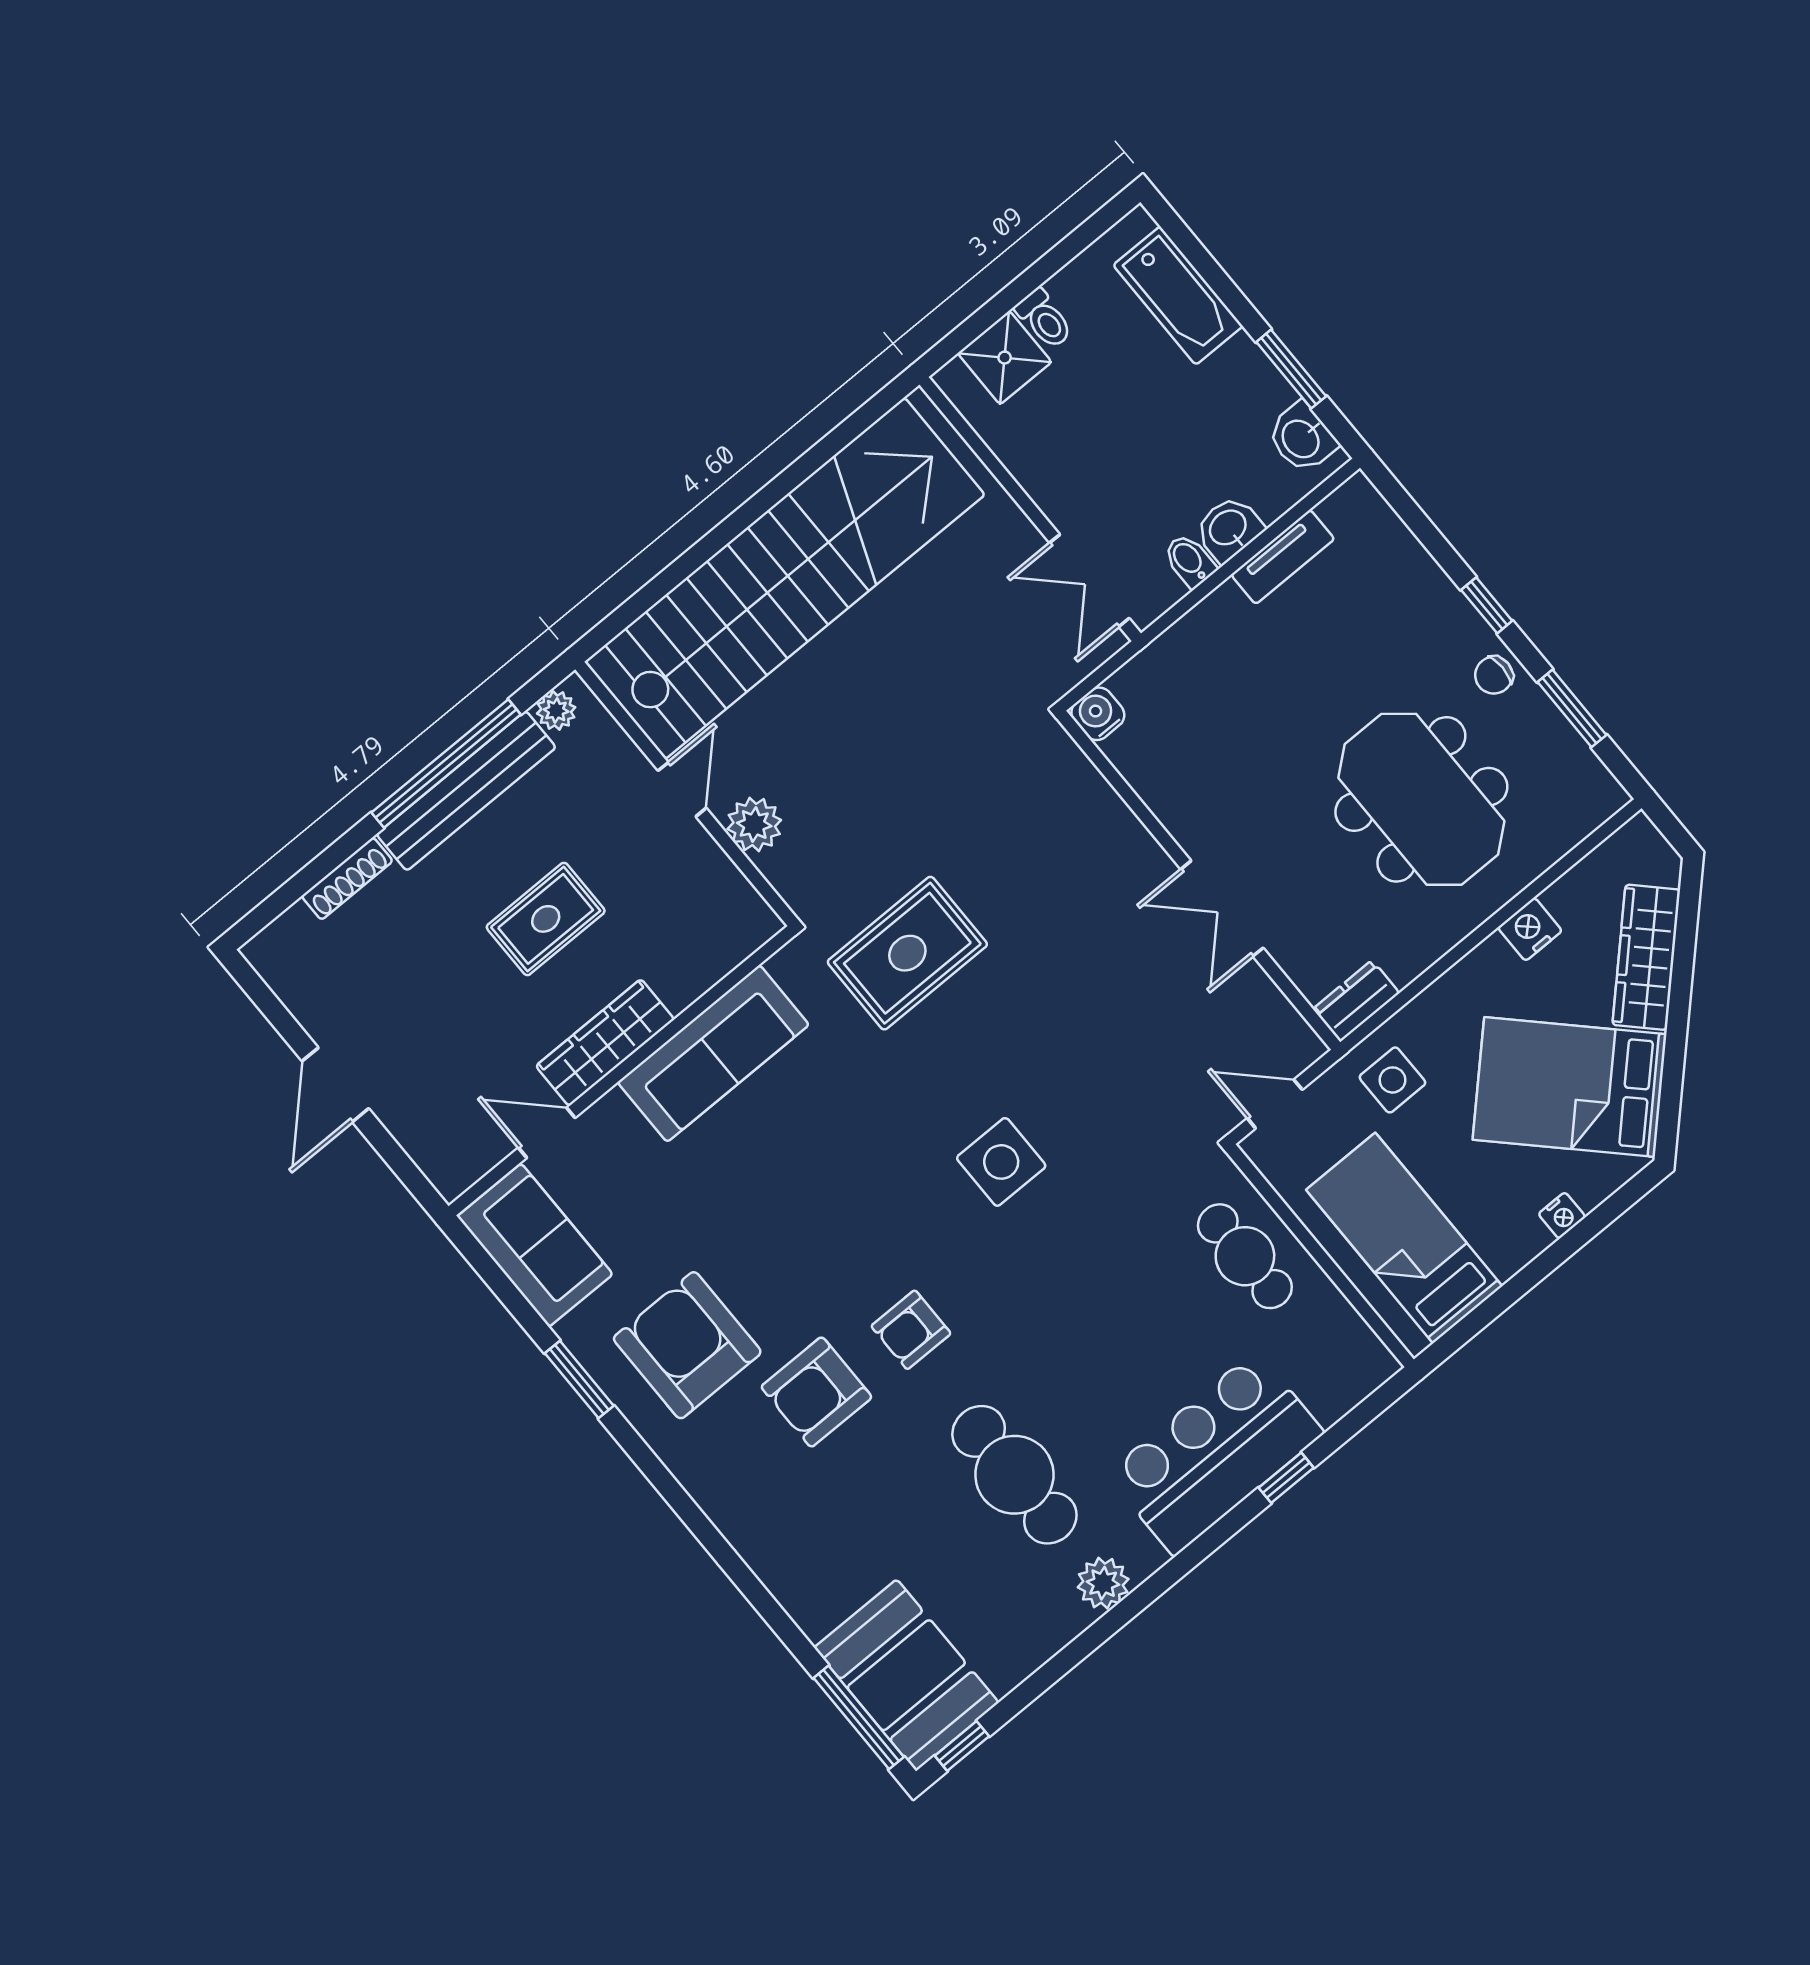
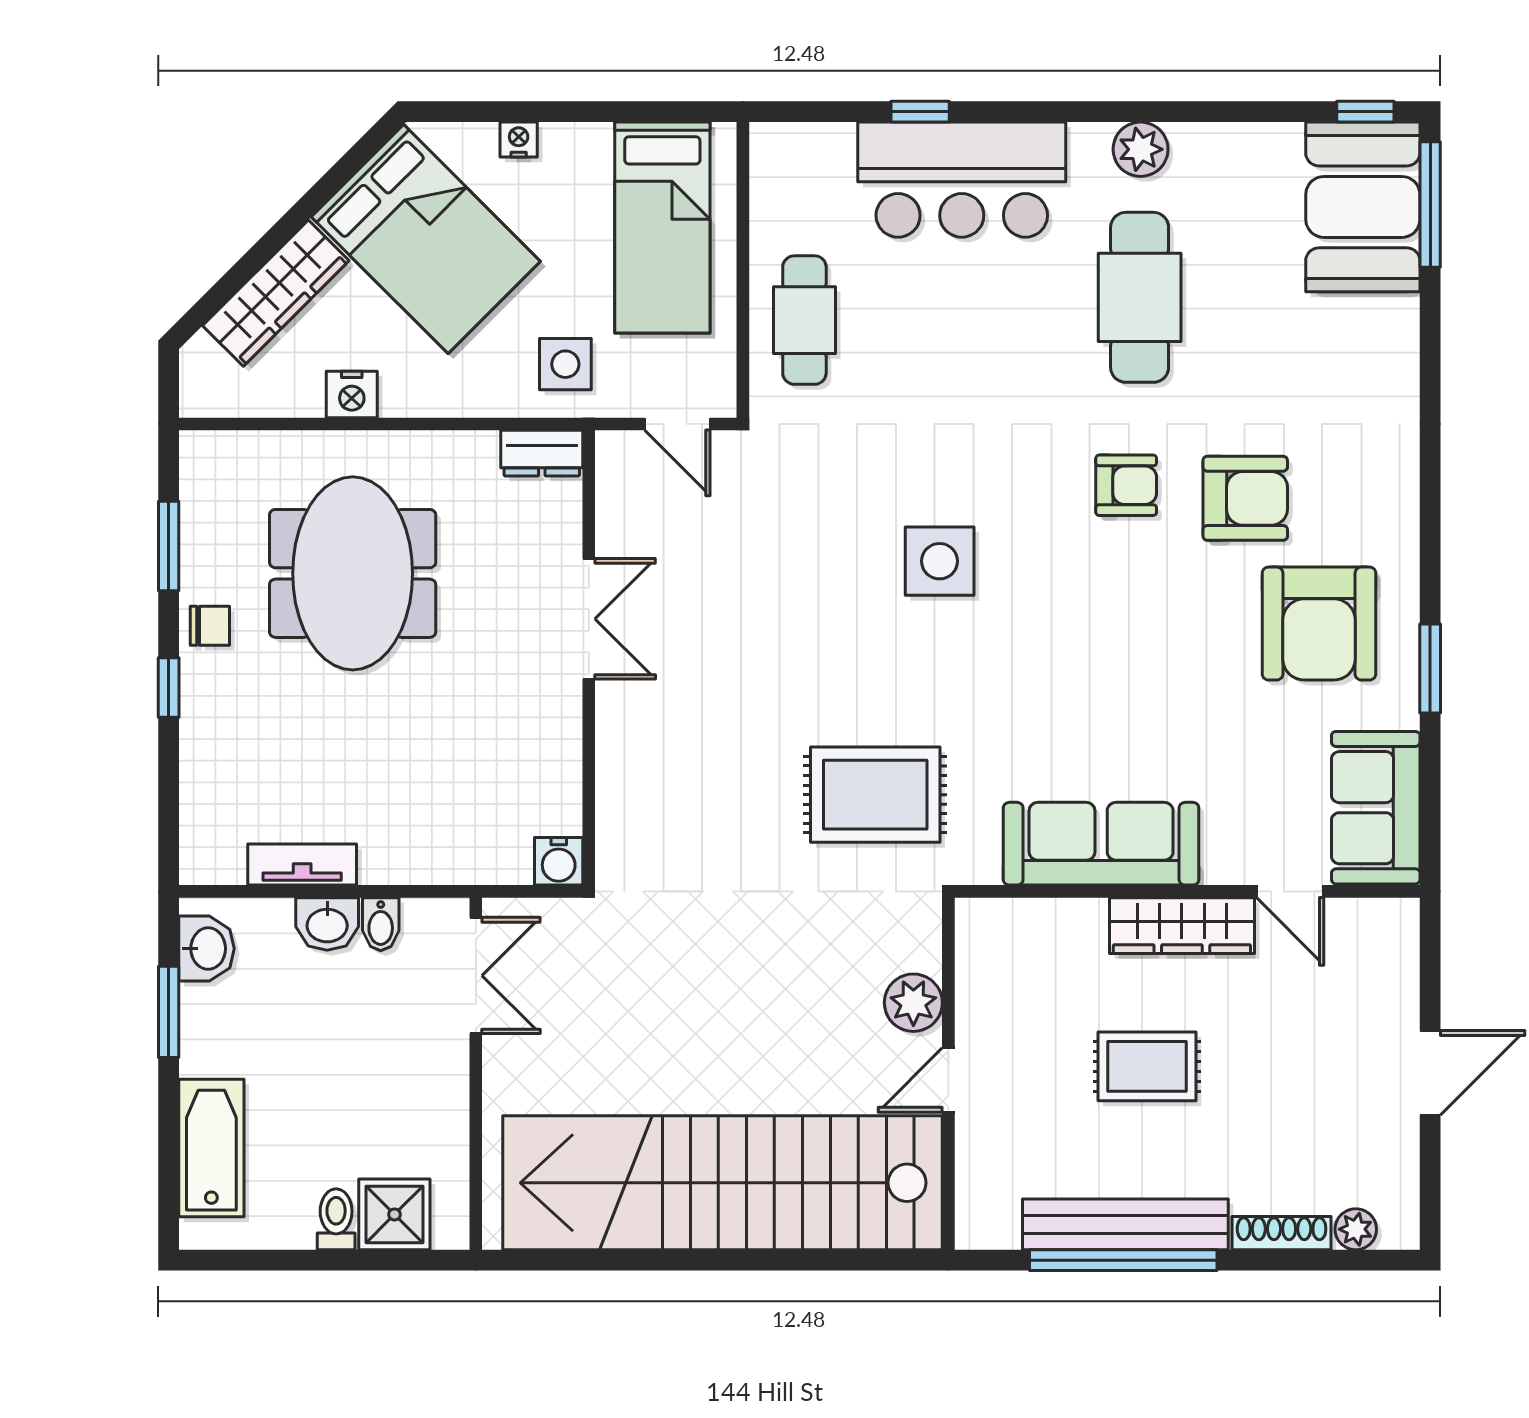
plant: (556, 710) -> (1356, 1229), moved

